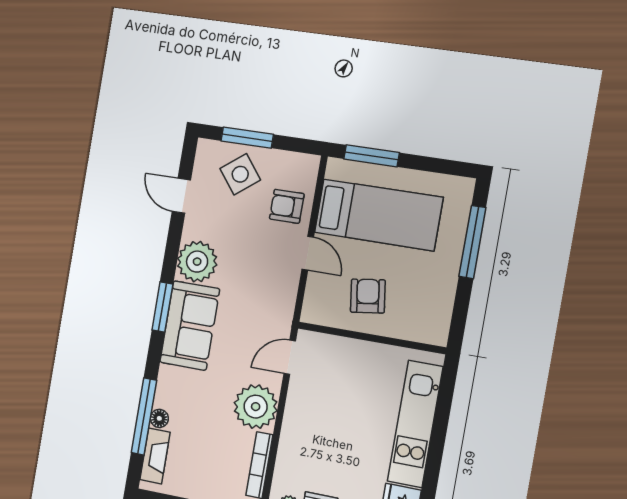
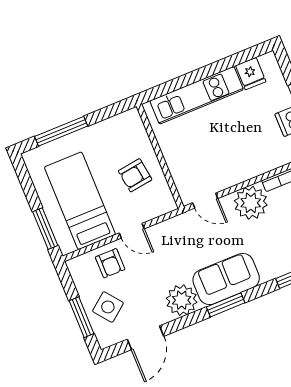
door: (181, 196) -> (145, 338), width x1.38
door: (308, 253) -> (132, 231), swing flipped

